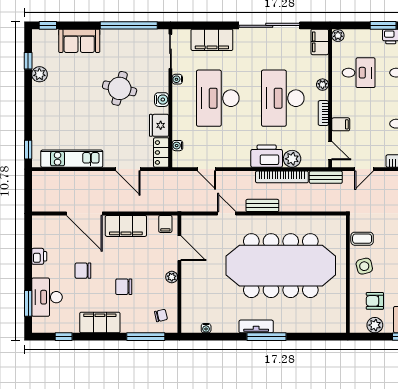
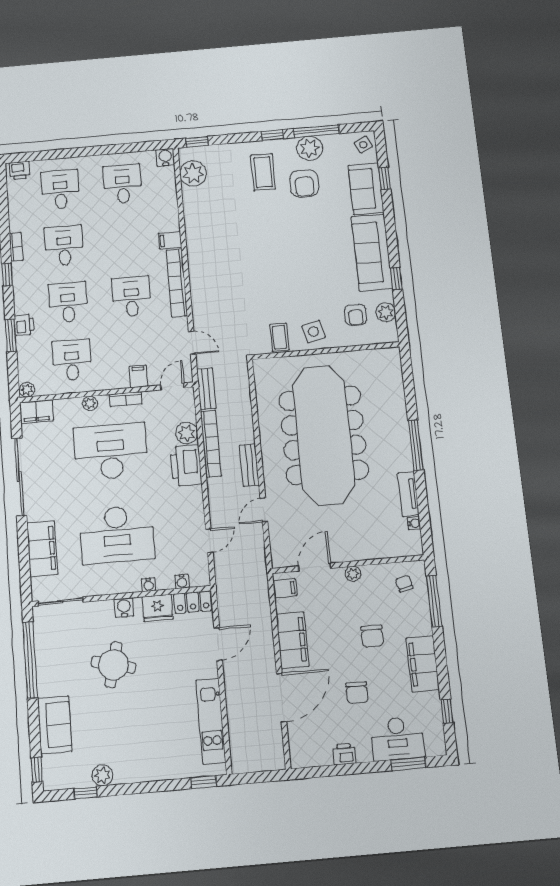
water cooler: (177, 79) -> (148, 585), moved
desk: (283, 98) -> (111, 452), turned 180
tv unit: (256, 326) -> (408, 494), moved

